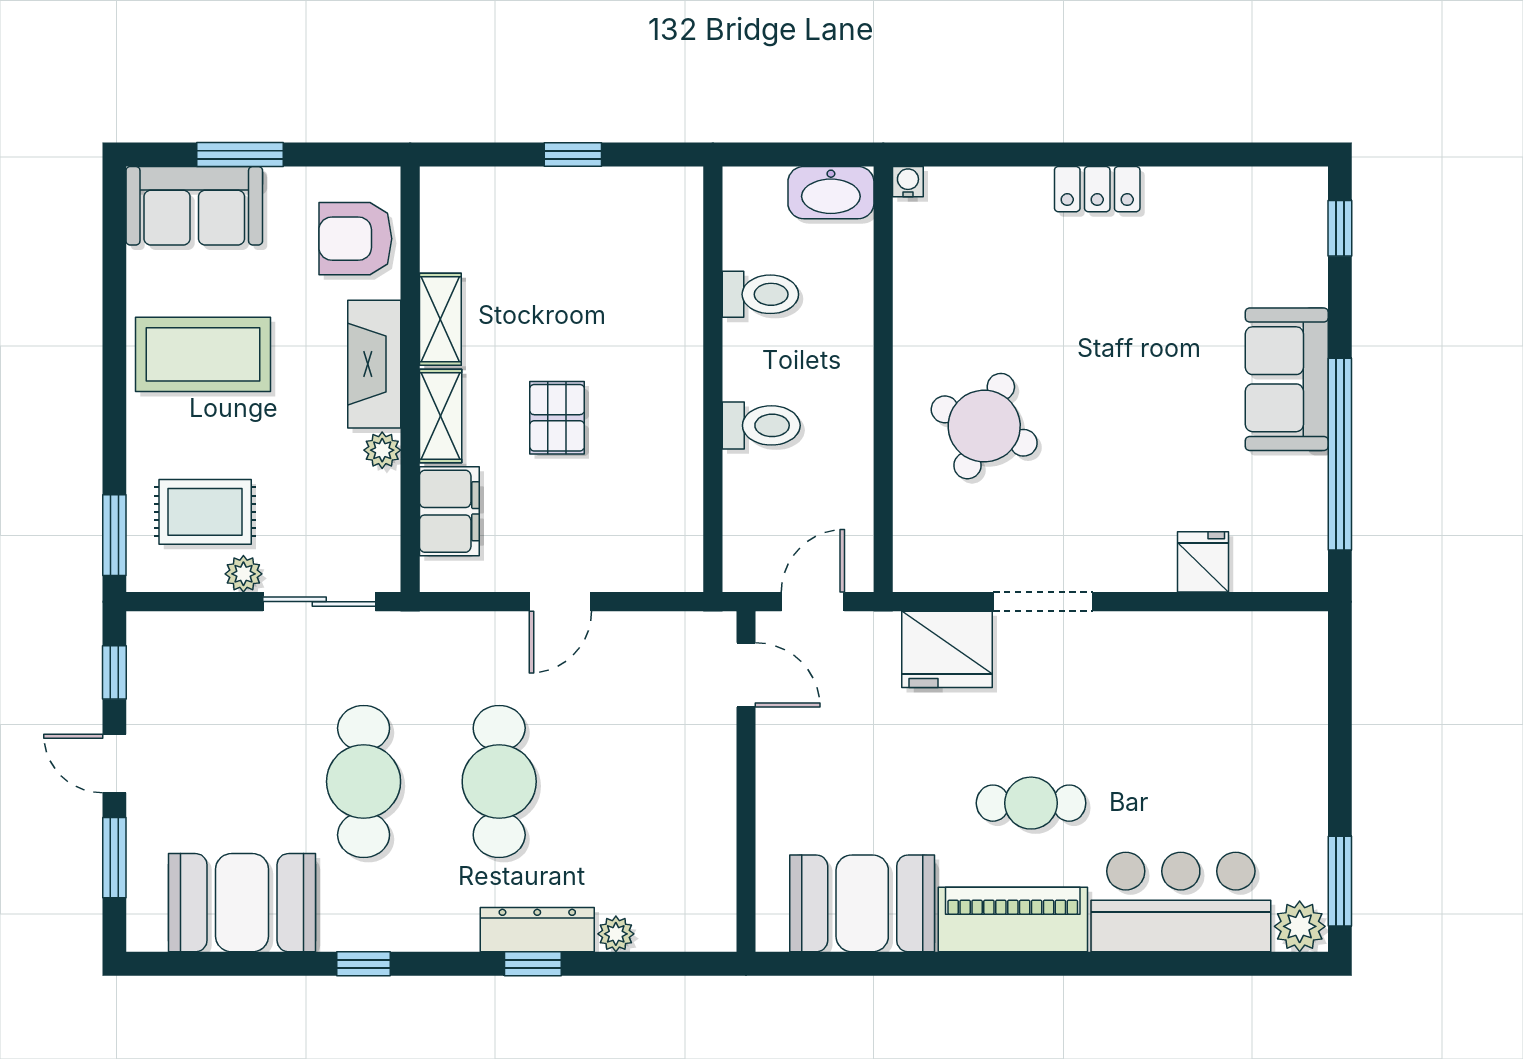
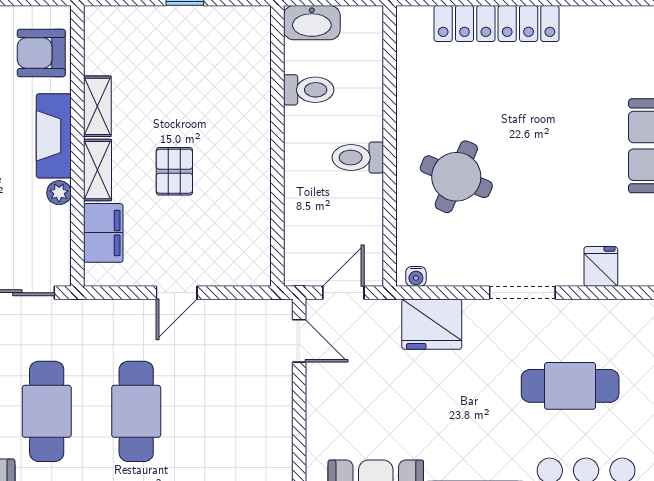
water cooler: (908, 182) -> (416, 276), moved, turned 180
locker: (1097, 189) -> (497, 23), width x2.16, depth x1.21
washbasin: (831, 193) -> (312, 23), moved
toilet: (761, 425) -> (358, 158), moved, turned 180
doorway: (1043, 602) -> (522, 293), moved
cafe table: (1031, 803) -> (570, 386), moved, width x1.37, depth x1.35

